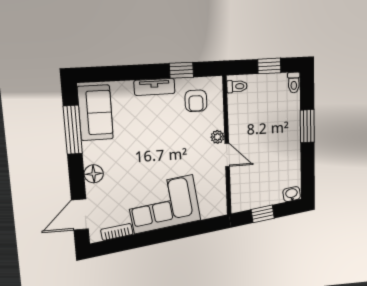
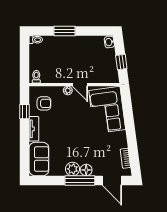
window: (269, 66) -> (25, 56), removed
sofa: (95, 113) -> (39, 159), moved, turned 90
window: (73, 130) -> (80, 181), moved
plant: (94, 152) -> (73, 169), added
door: (227, 155) -> (80, 85), swing flipped
corner sofa: (163, 204) -> (107, 110), moved

